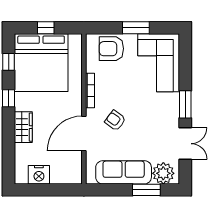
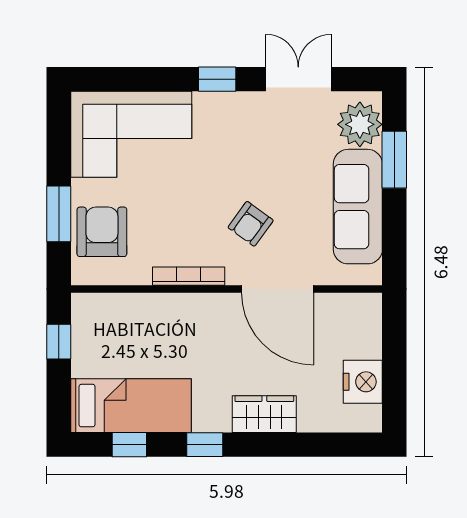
window: (46, 28) -> (59, 342), moved
window: (136, 28) -> (59, 214), moved
armchair: (111, 49) -> (102, 232), turned 180
bed: (41, 63) -> (131, 406), width x0.49
window: (185, 104) -> (217, 79), width x0.67

